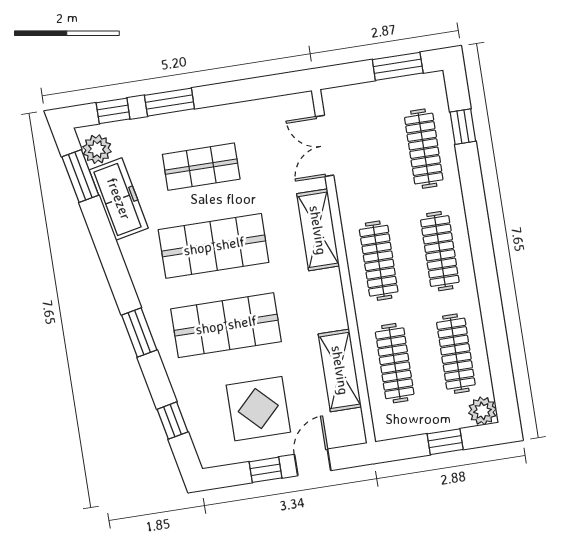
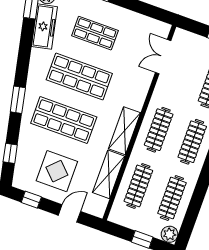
shelving: (318, 230) -> (125, 131), moved
window: (266, 470) -> (31, 200), moved

